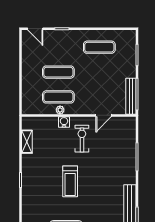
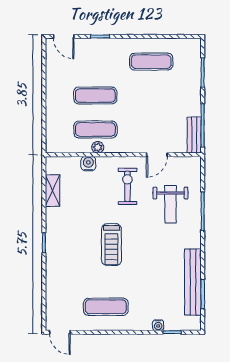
bench: (131, 96) -> (194, 135), width x0.73
water cooler: (64, 122) -> (88, 164), moved
weight bench: (113, 152) -> (170, 204), added

